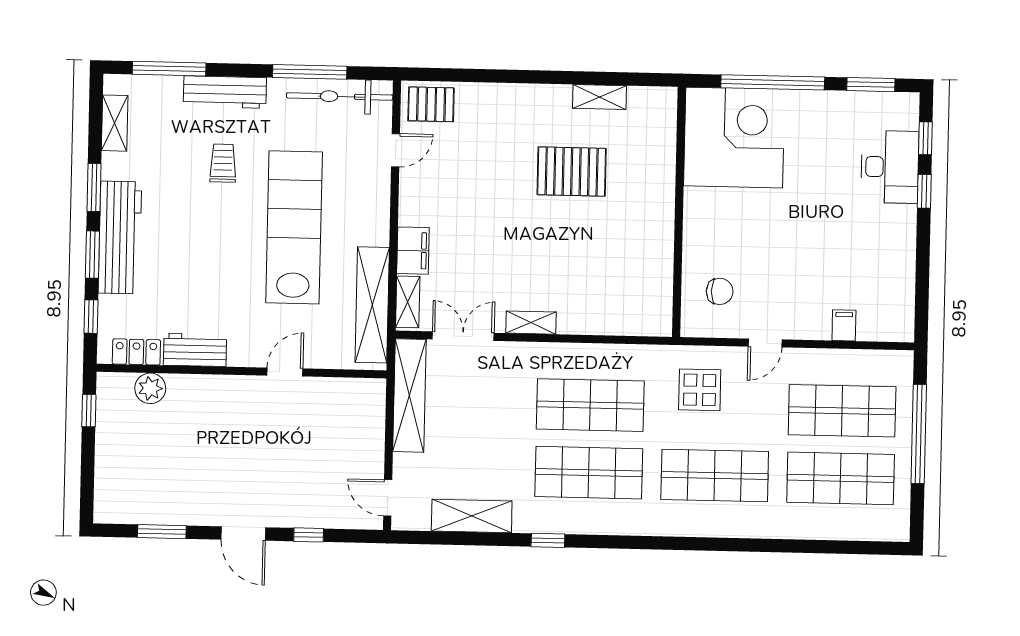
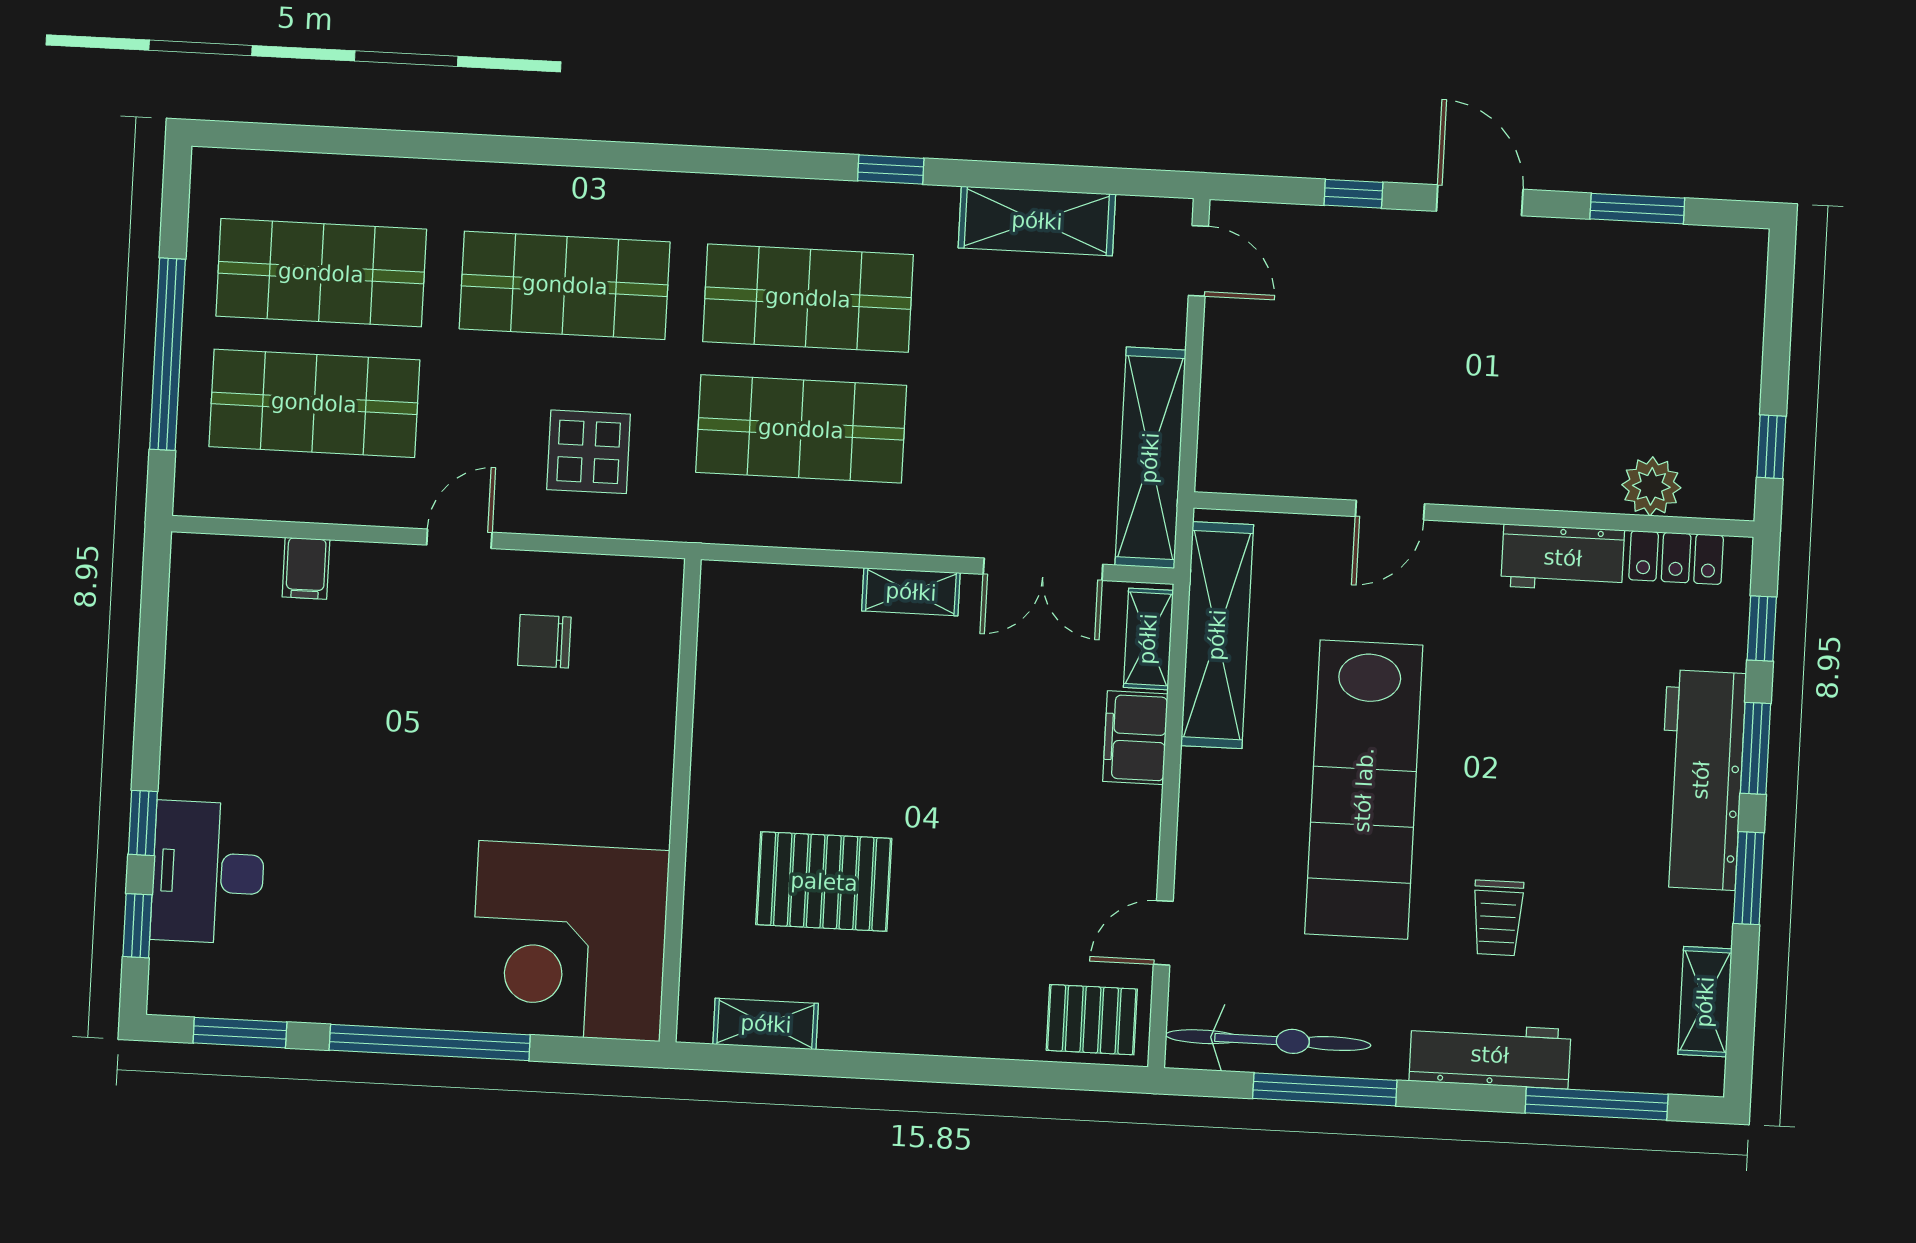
corner desk: (734, 138) -> (569, 941), moved
wall: (679, 212) -> (680, 800), moved

